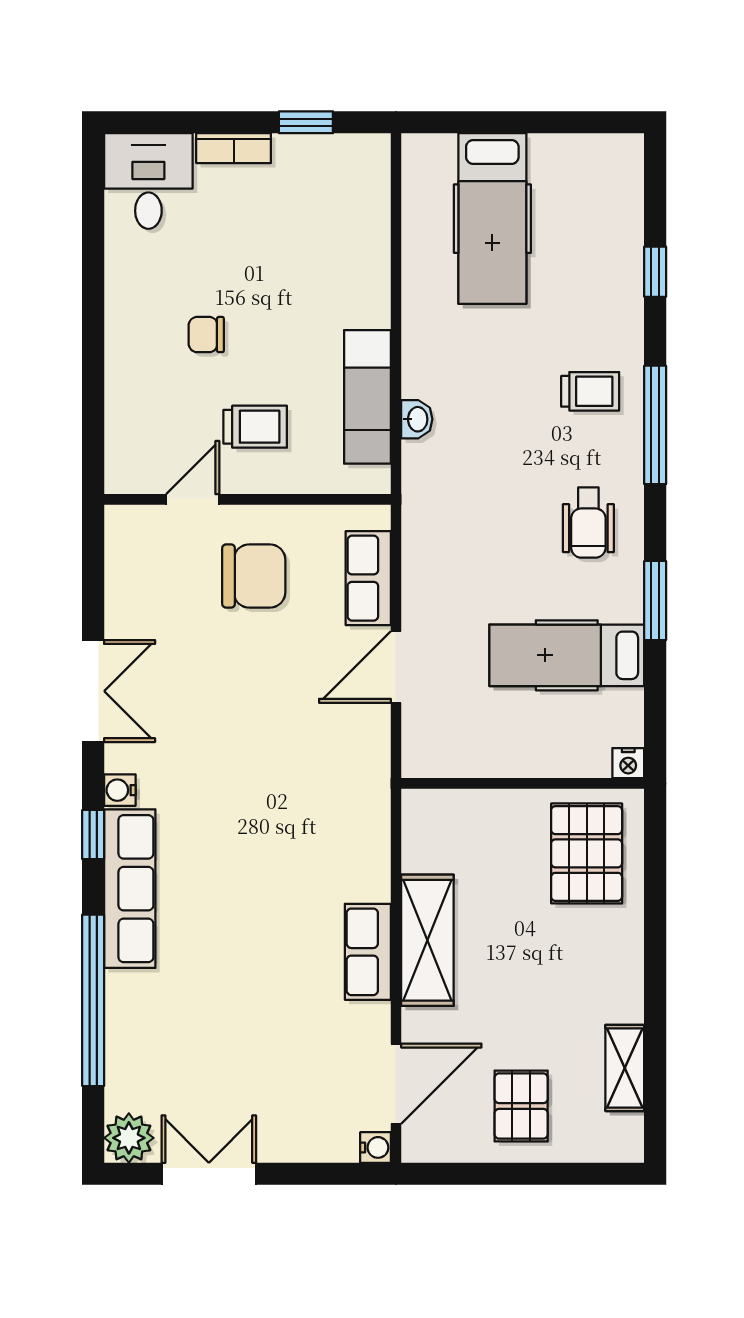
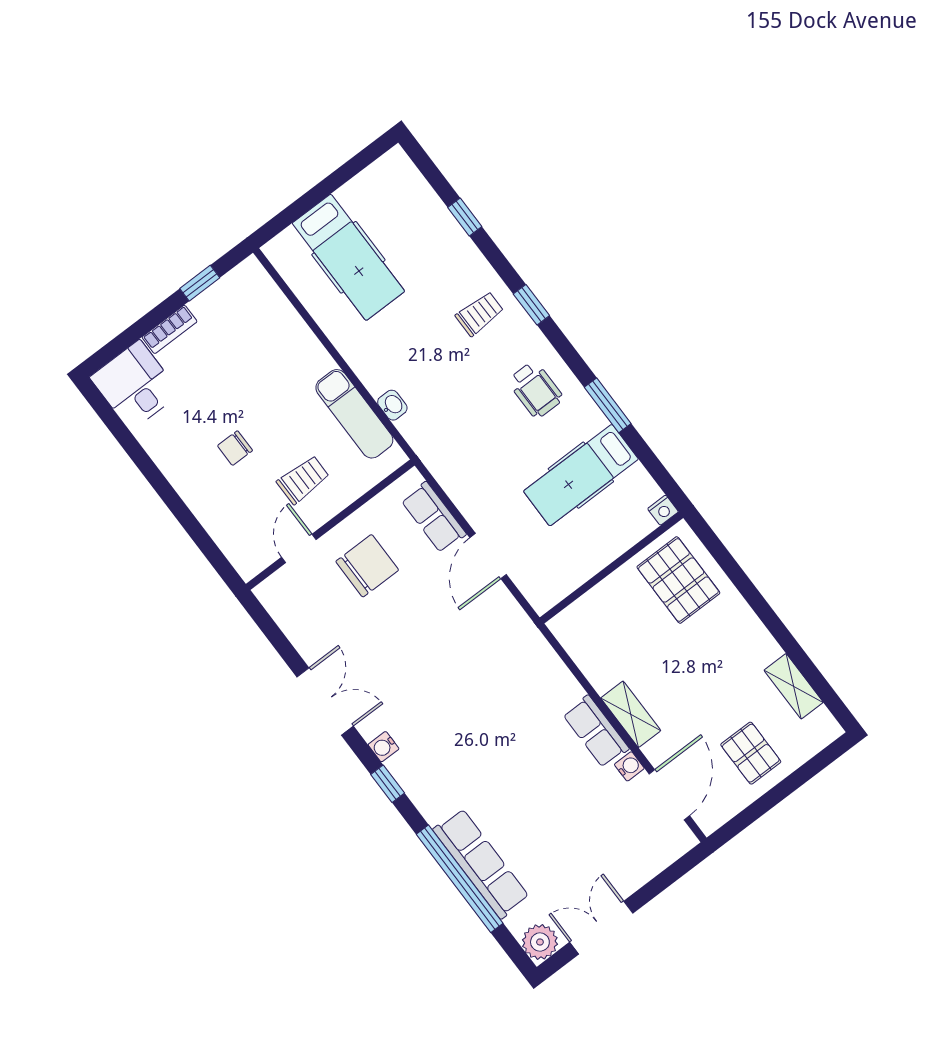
window: (655, 425) -> (531, 305), width x0.46
row of seats: (130, 889) -> (481, 863), moved
shelving: (427, 940) -> (631, 714), width x0.67, depth x0.75
water cooler: (375, 1147) -> (629, 766), moved

